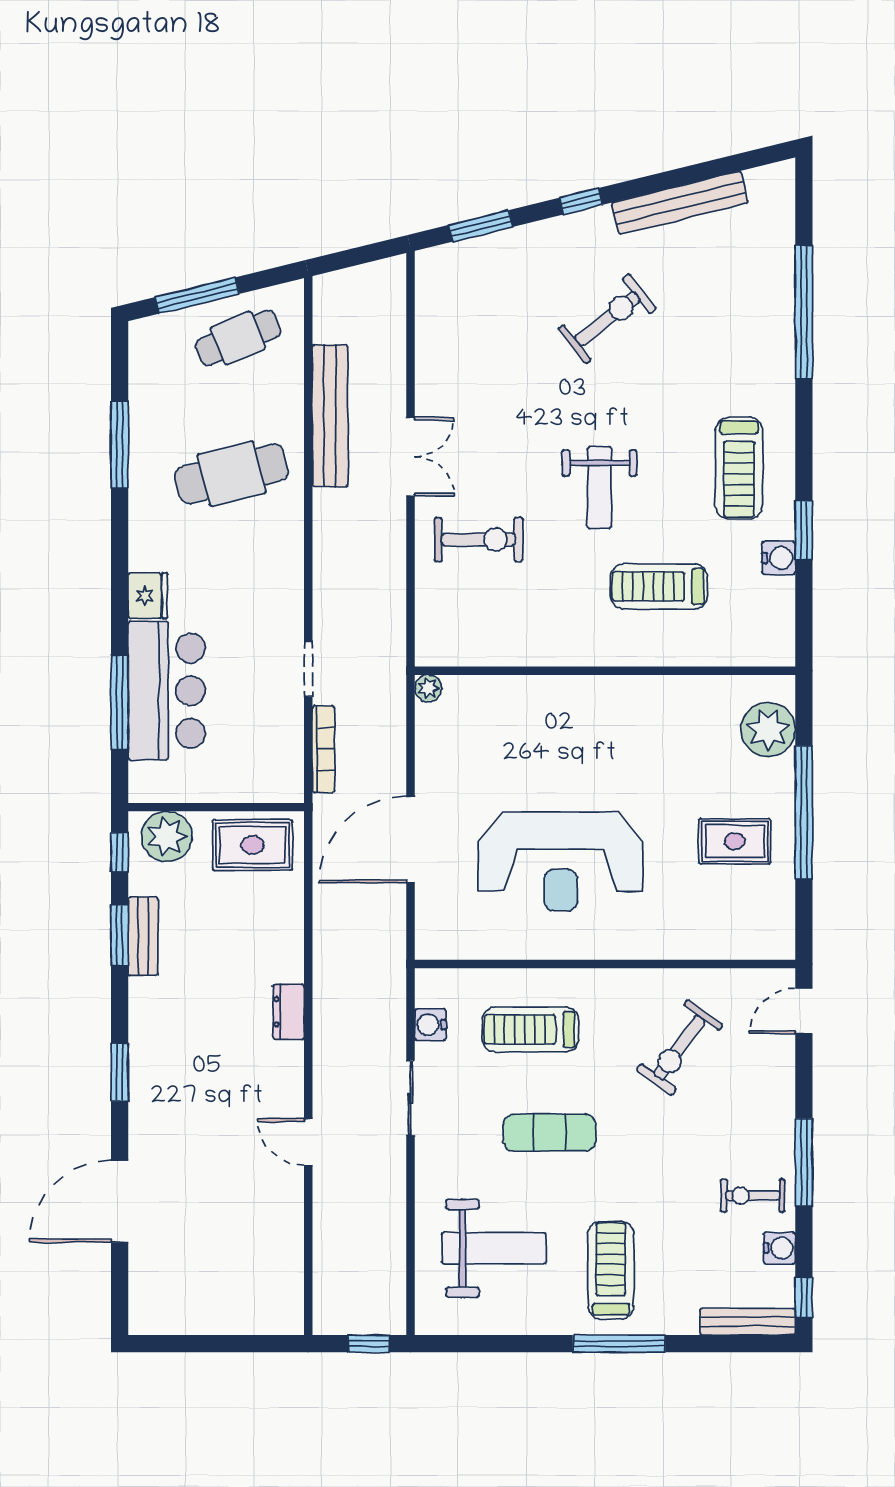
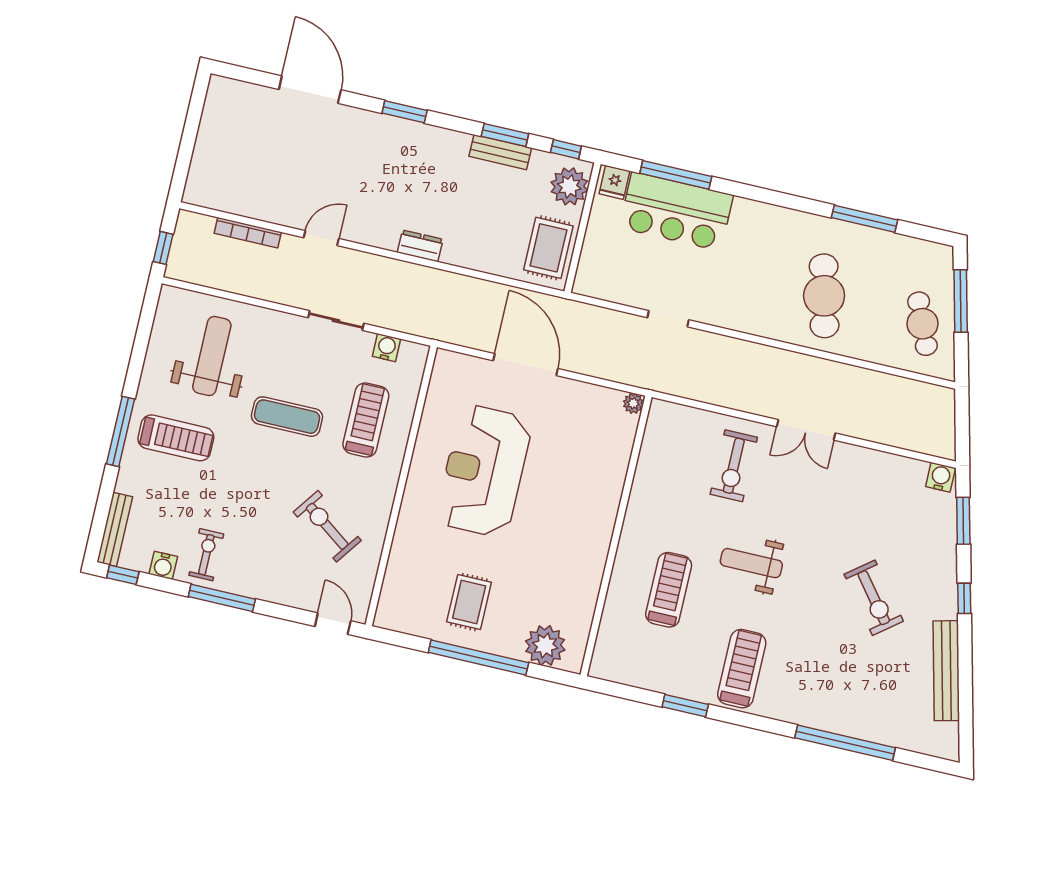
bench: (330, 416) -> (850, 378), removed
treadmill: (739, 468) -> (742, 669), turned 90
water cooler: (779, 558) -> (941, 477), moved, turned 180
fridge: (148, 596) -> (614, 182), moved, width x0.72
bookcase: (323, 749) -> (248, 233), moved
exercise mat: (550, 1133) -> (287, 417), turned 90
weight bench: (494, 1248) -> (212, 356), turned 180

